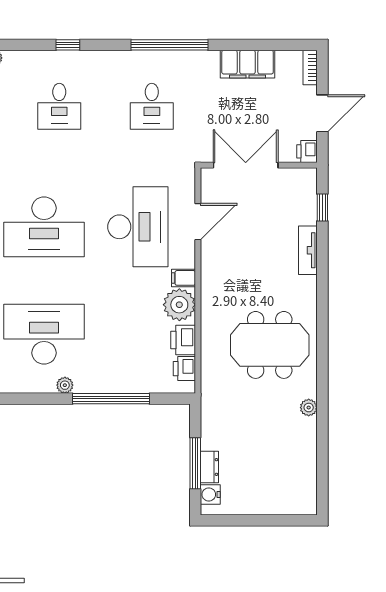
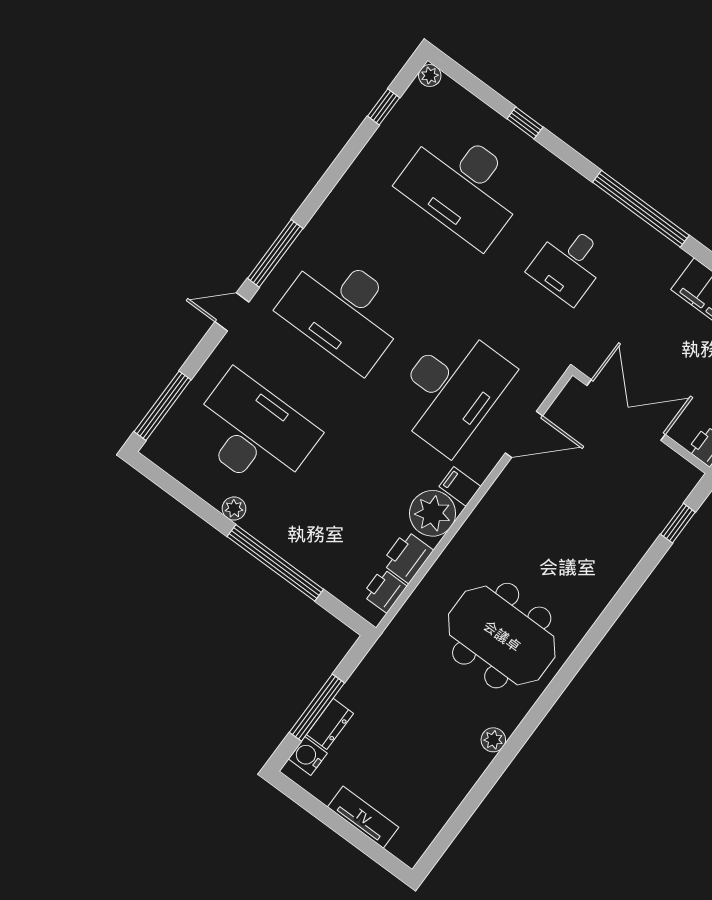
desk: (59, 106) -> (463, 186), width x1.87, depth x1.30
tv unit: (308, 250) -> (363, 817), moved, turned 90

